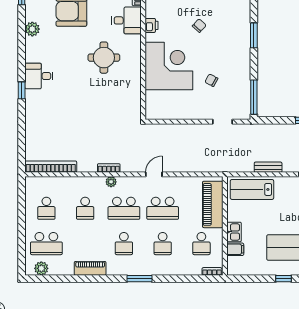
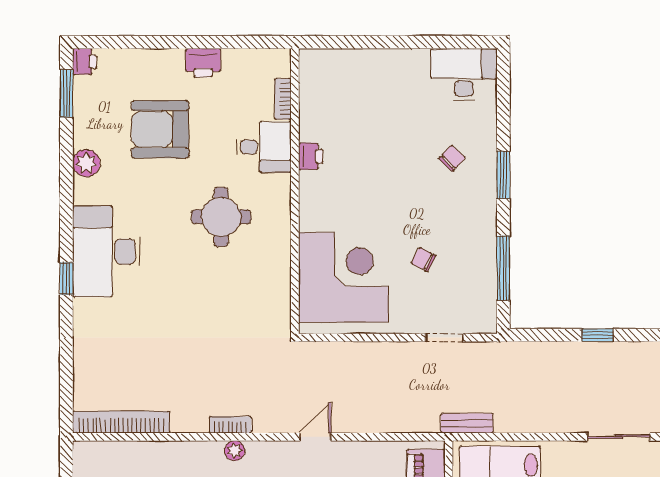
chair: (199, 26) -> (452, 158), moved
corner desk: (169, 66) -> (343, 277), moved
desk: (39, 76) -> (107, 252), width x1.87, depth x1.30
window: (254, 97) -> (503, 268), moved
bench: (268, 167) -> (467, 423), moved

